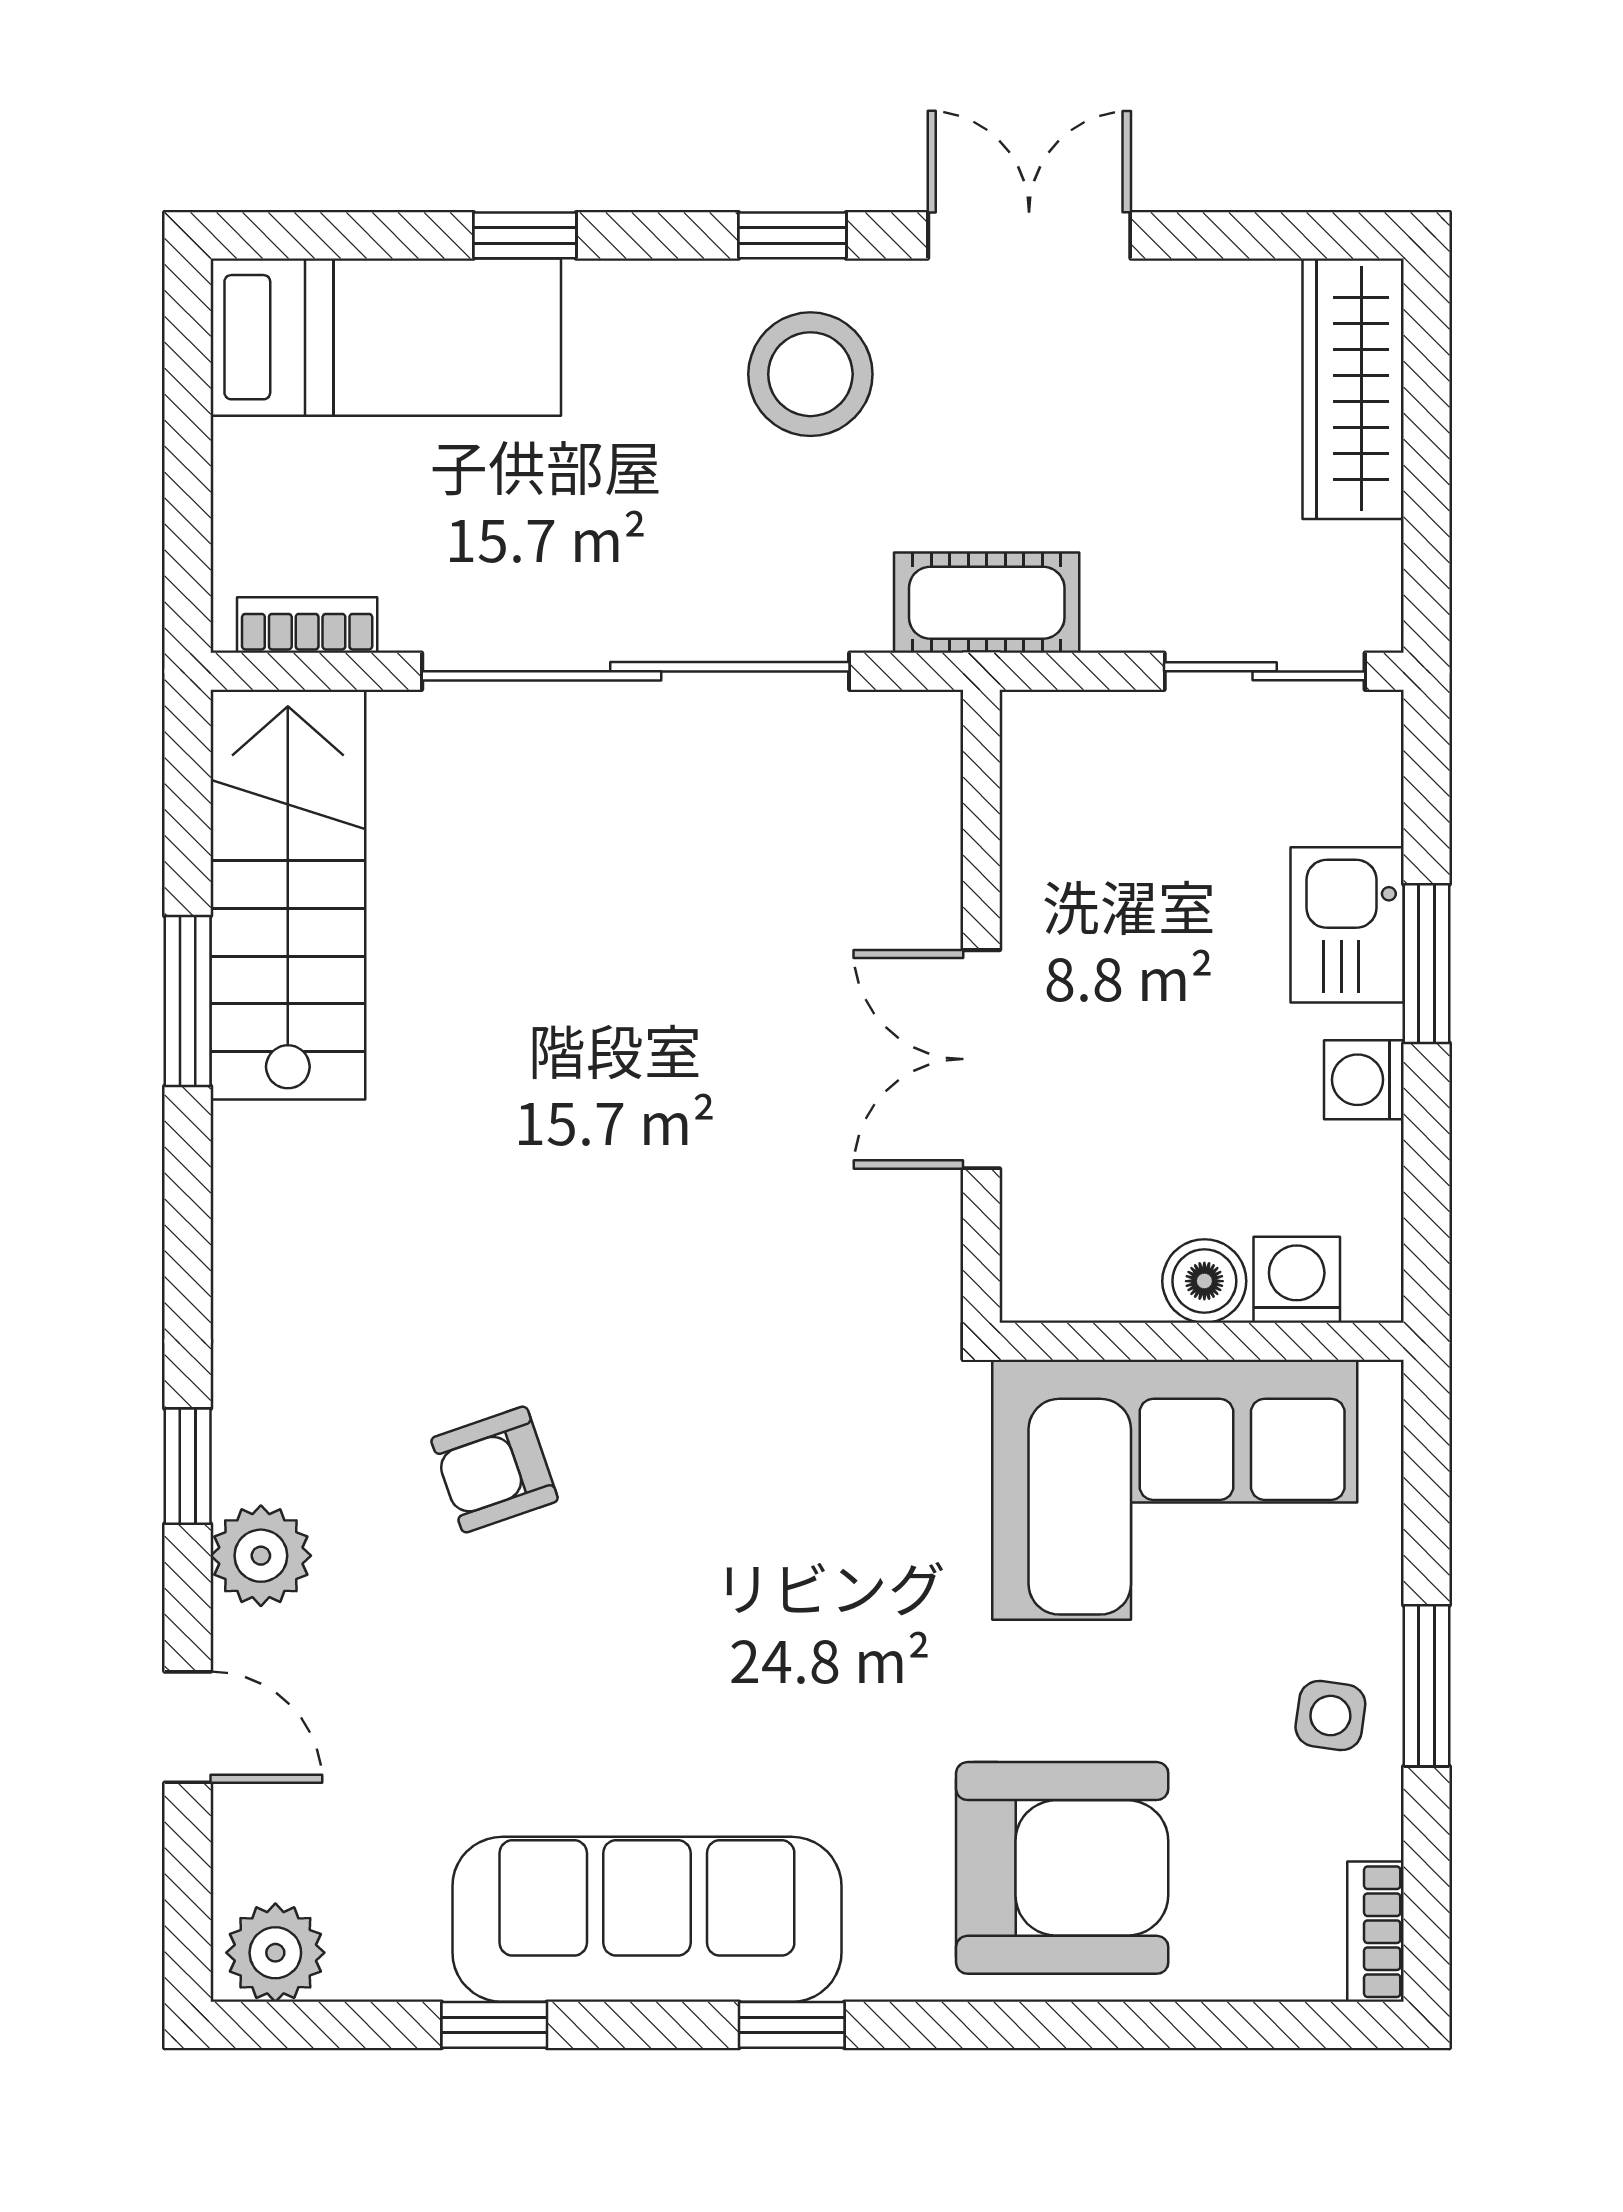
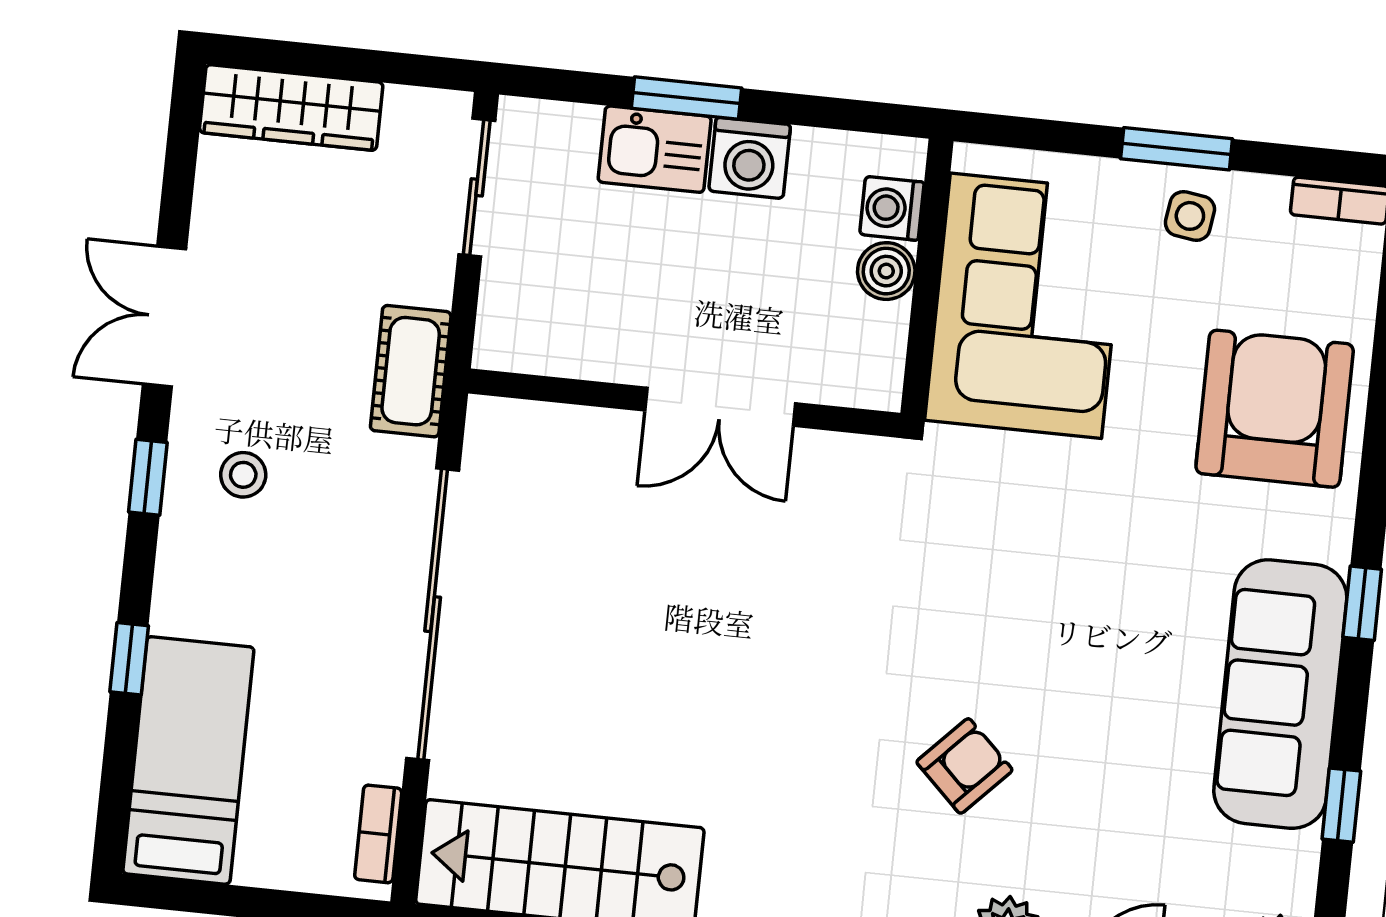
stool: (810, 374) -> (243, 475), width x0.53, depth x0.53
washing machine: (1364, 1080) -> (750, 158), width x1.38, depth x1.38
armchair: (495, 1470) -> (964, 766), turned -117

